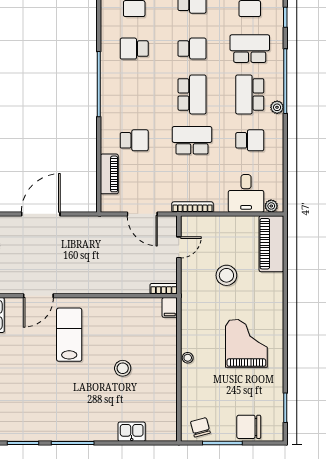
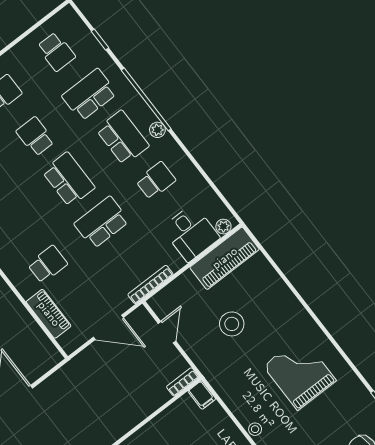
school desk: (192, 49) -> (35, 136), turned -90
school desk: (250, 94) -> (123, 138), turned 180
piano: (271, 244) -> (225, 258), moved, turned -90

